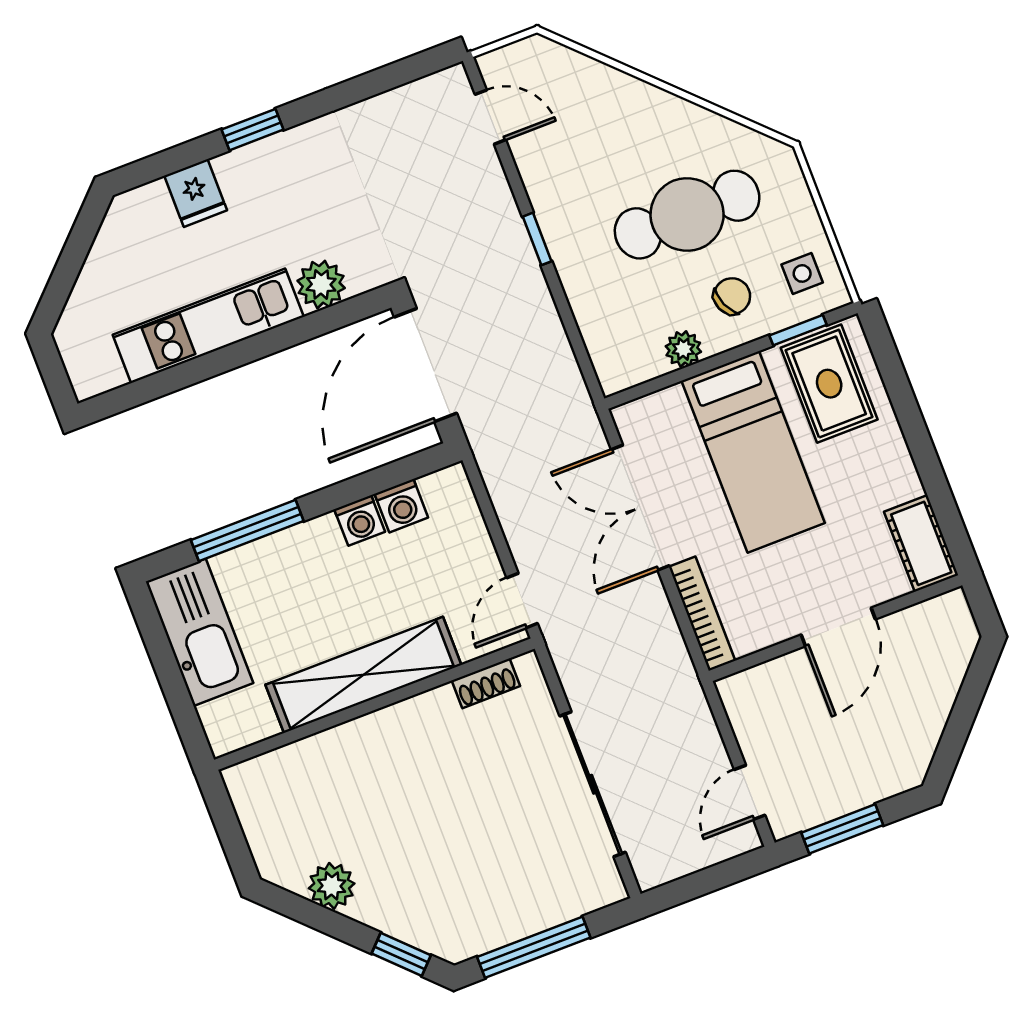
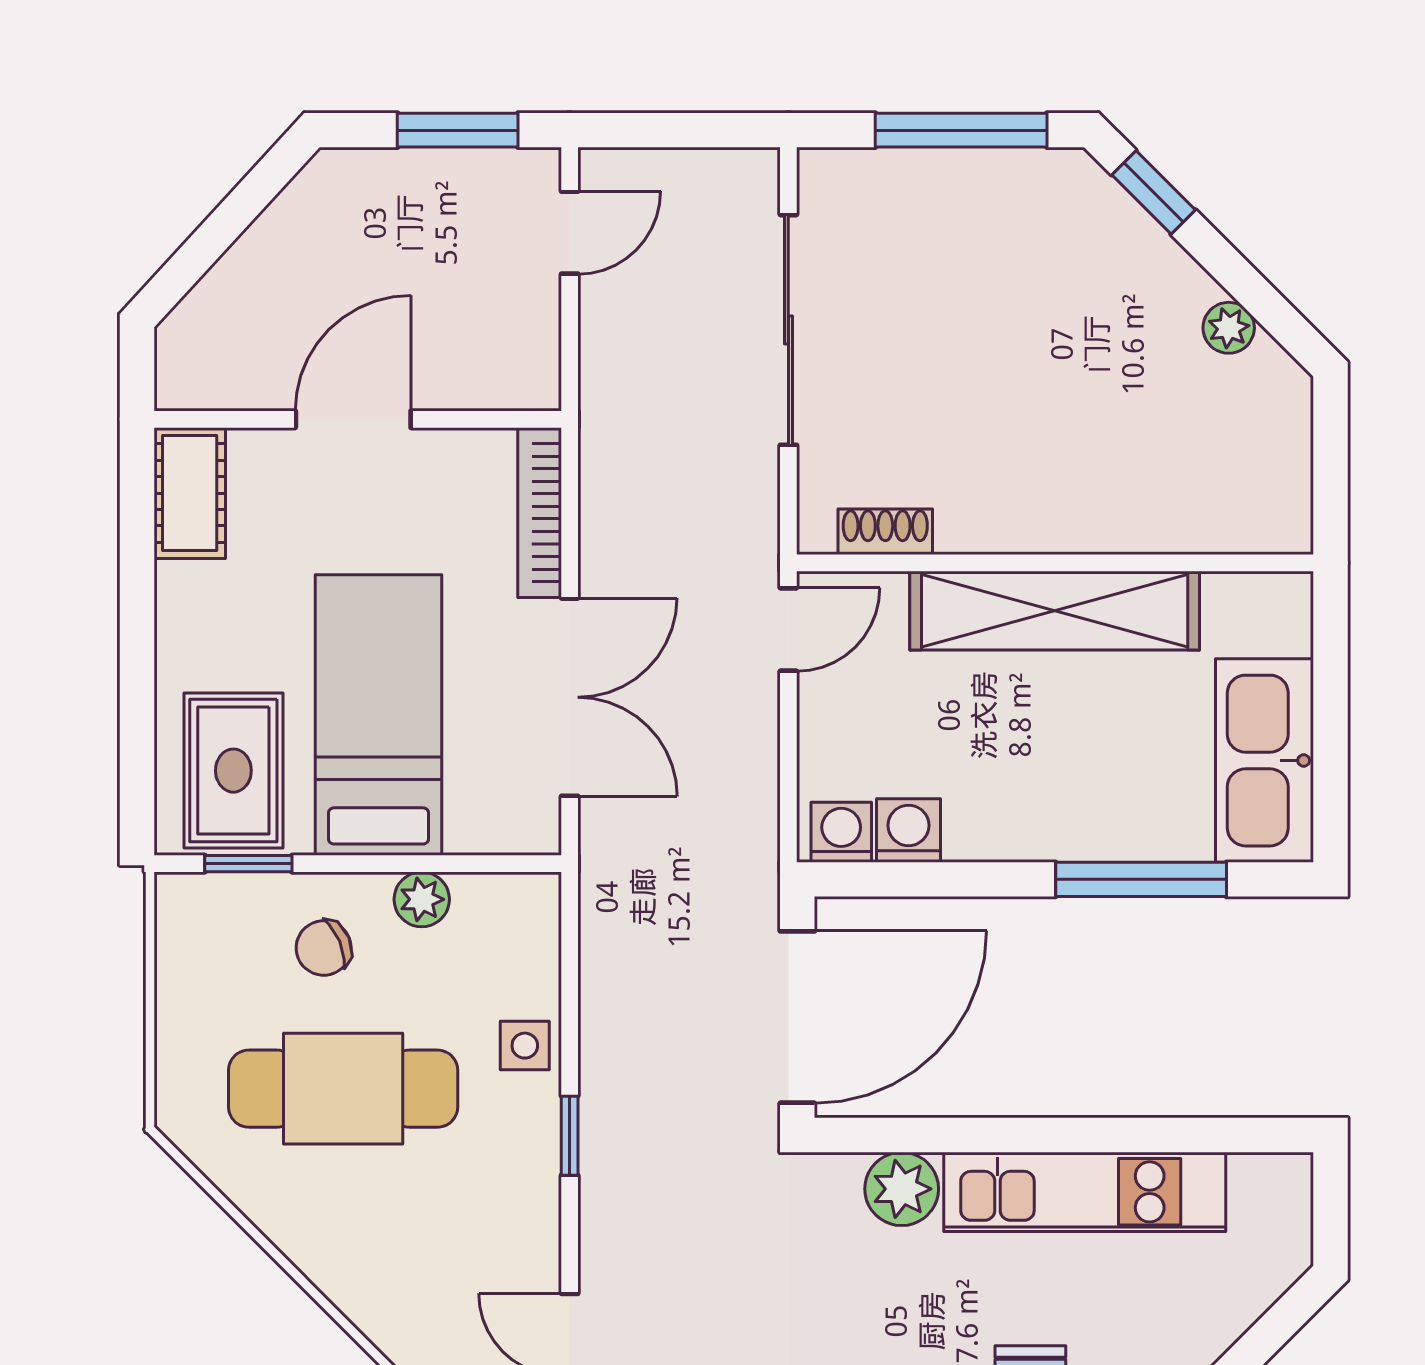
side table: (802, 273) -> (525, 1046), moved
washing machine: (360, 520) -> (841, 832), moved
plant: (332, 886) -> (1229, 328), width x0.73, depth x0.73

